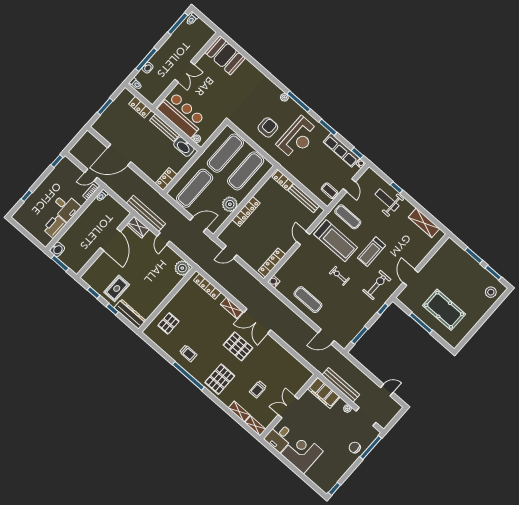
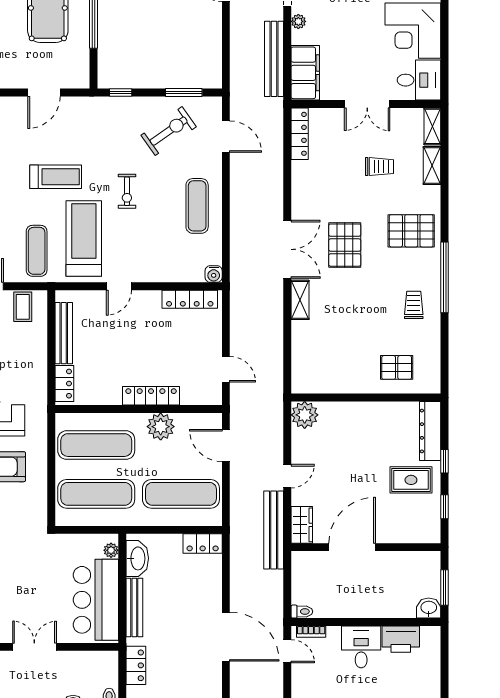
exercise bike: (377, 285) -> (169, 131), moved, turned 145
locker: (207, 286) -> (300, 134), moved

